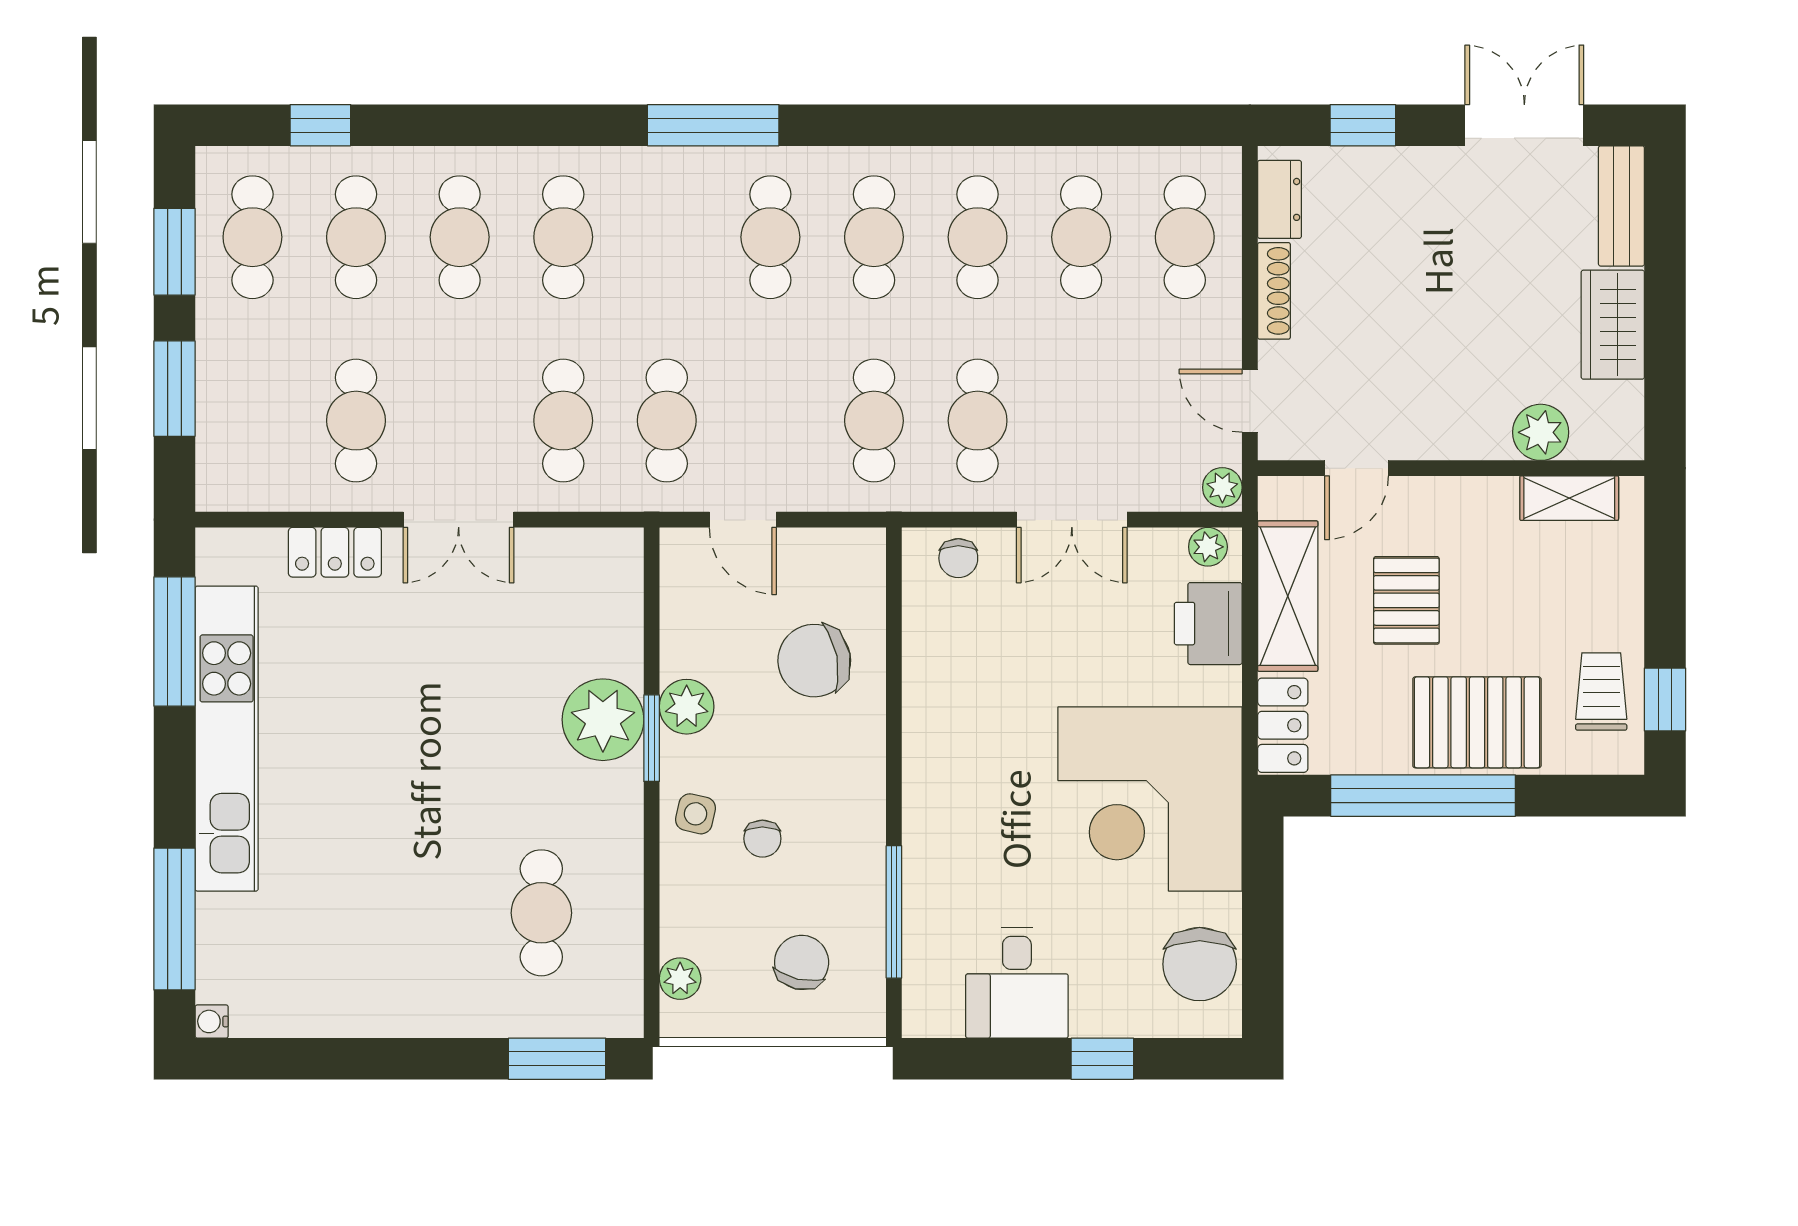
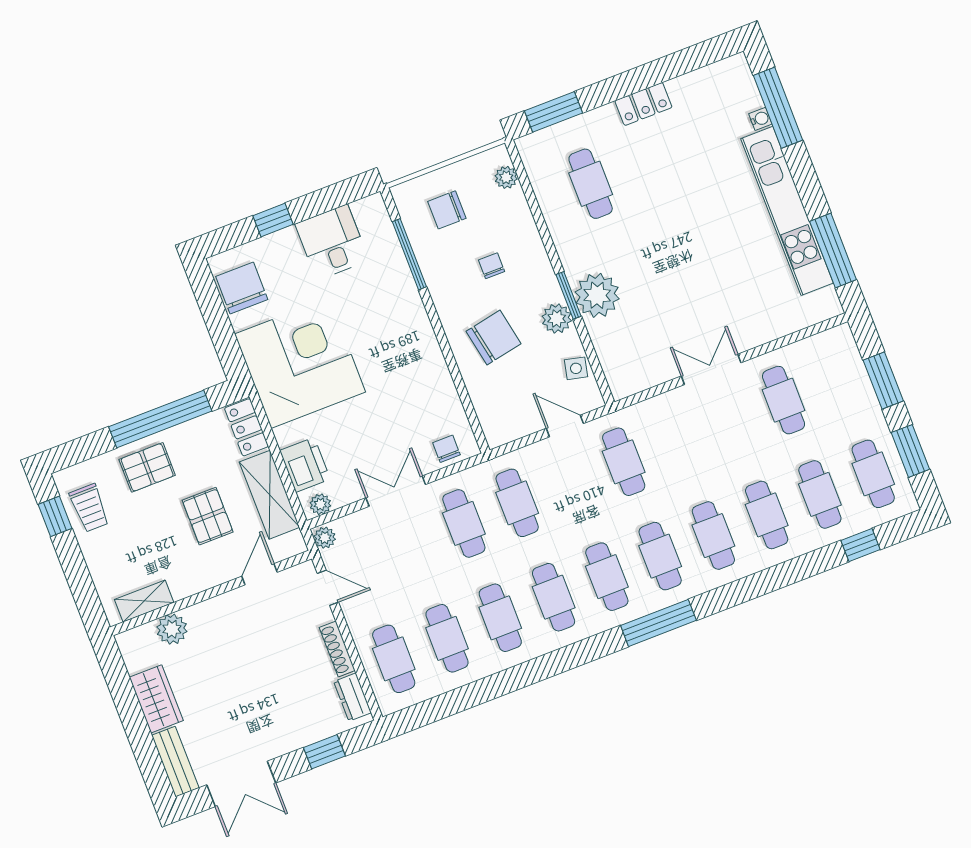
cafe table: (563, 421) -> (660, 556), moved
locker: (335, 552) -> (643, 104), moved, turned 180
chair: (814, 661) -> (494, 338), moved
pallet: (1477, 722) -> (147, 467), width x0.67, depth x0.71
side table: (696, 814) -> (576, 368), moved
chair: (802, 962) -> (447, 210), turned 77
water cooler: (212, 1021) -> (760, 119), moved

